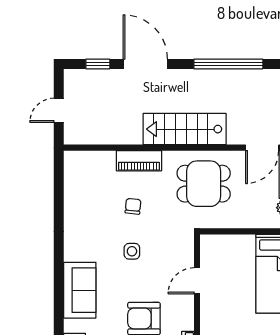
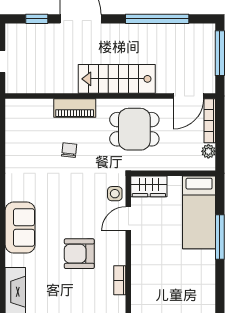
wardrobe: (219, 246) -> (149, 186), added
side table: (132, 251) -> (115, 194), moved

